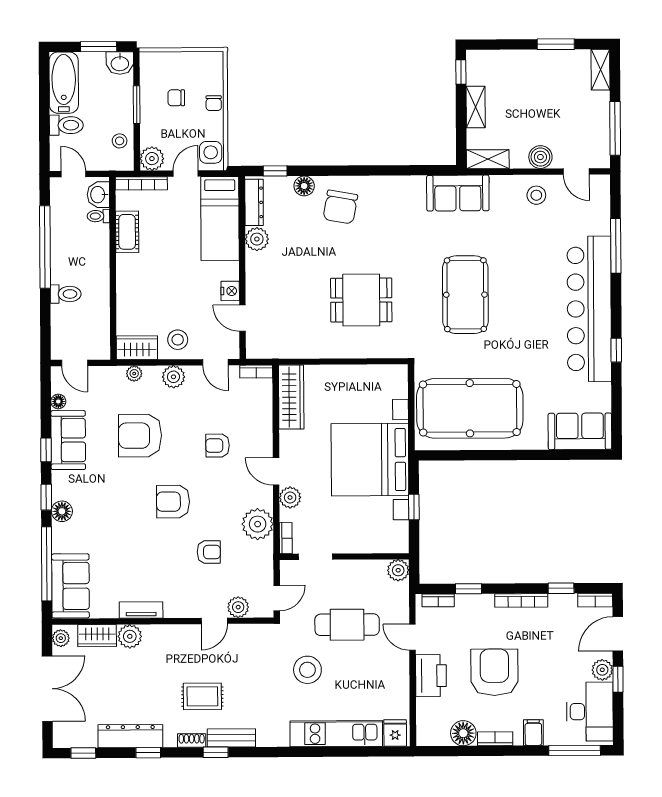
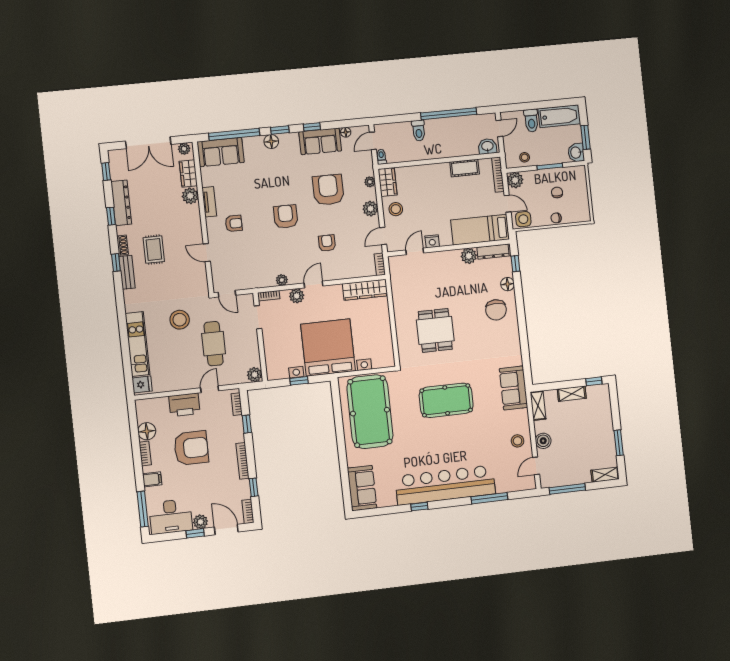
chair: (340, 207) -> (496, 310), turned -100
toilet: (98, 216) -> (381, 157), moved
plant: (258, 524) -> (282, 280), width x0.53, depth x0.53
armchair: (209, 552) -> (234, 223), moved, turned -90
plant: (238, 607) -> (218, 268), removed

